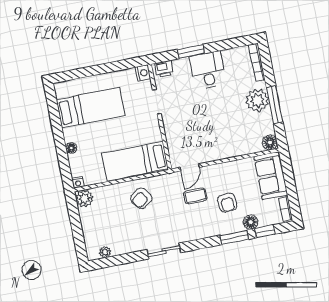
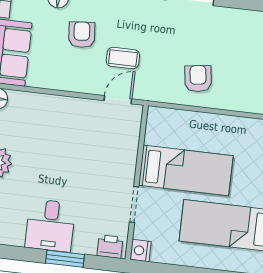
bed: (135, 161) -> (186, 170), moved
armchair: (141, 198) -> (198, 79), turned -61

